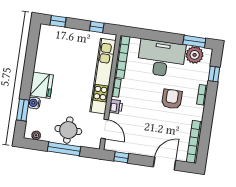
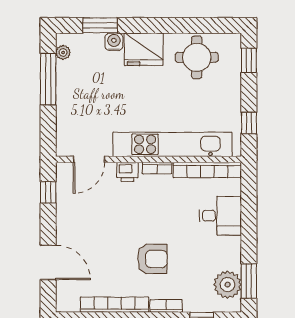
desk: (161, 58) -> (220, 216), width x0.53, depth x0.77
round table: (68, 130) -> (197, 57), moved
bookcase: (194, 142) -> (115, 305), moved
window: (64, 149) -> (48, 79), moved

